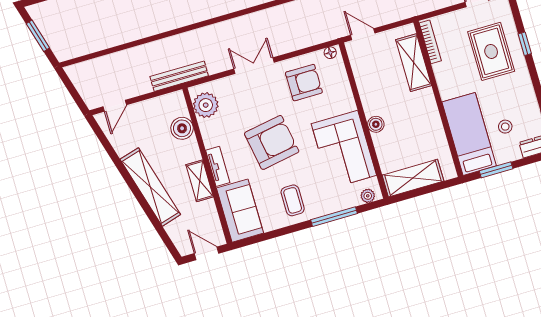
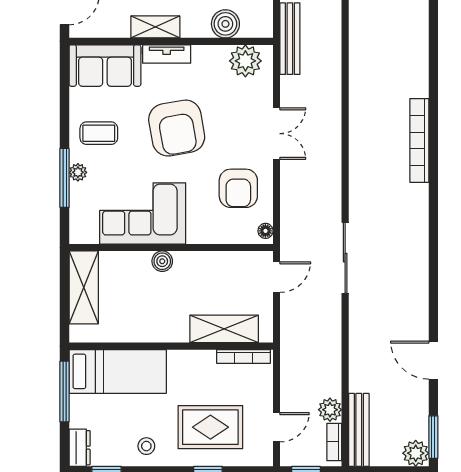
stool: (505, 127) -> (146, 446), moved
window: (496, 170) -> (65, 392), width x1.44
plant: (368, 196) -> (78, 172), moved

